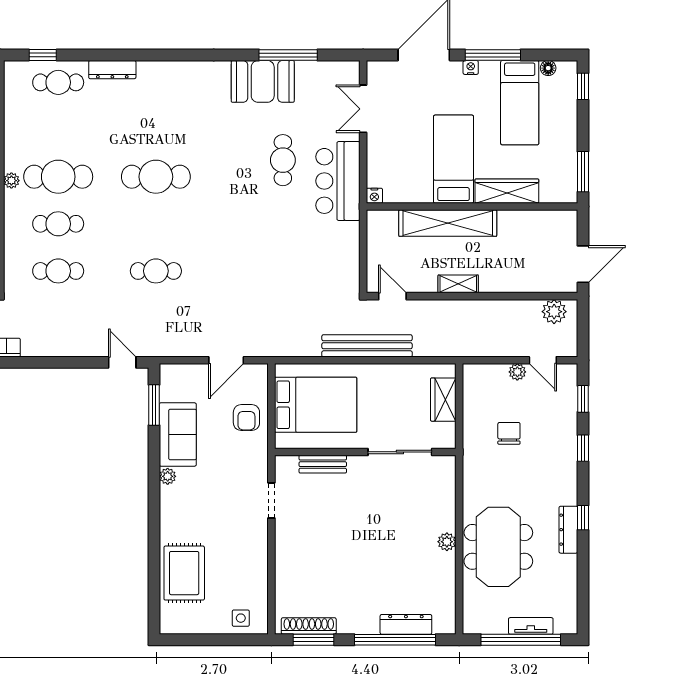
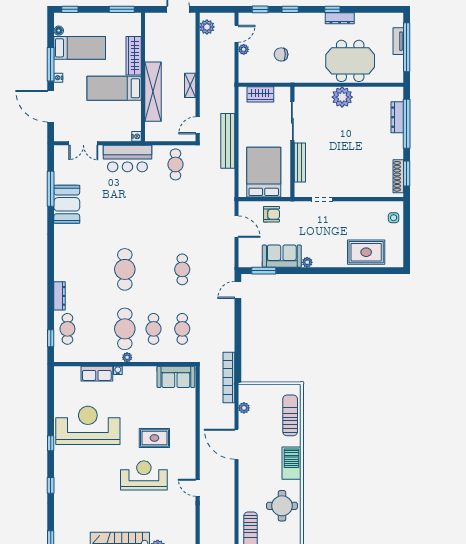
cafe table: (283, 160) -> (175, 164), moved, turned 90
bench: (323, 464) -> (300, 163), width x1.36
plant: (447, 542) -> (342, 97), width x1.88, depth x1.88

